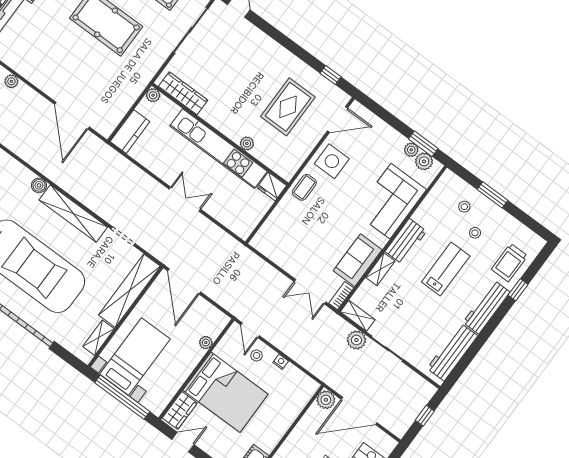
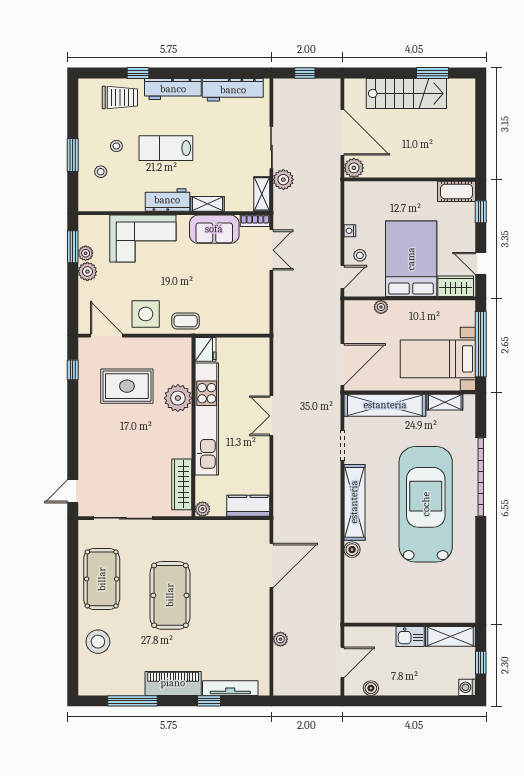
plant: (247, 143) -> (178, 398), width x1.87, depth x1.87
plant: (424, 161) -> (87, 272), moved

